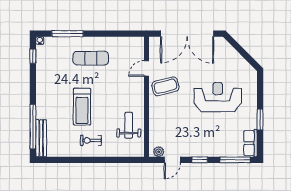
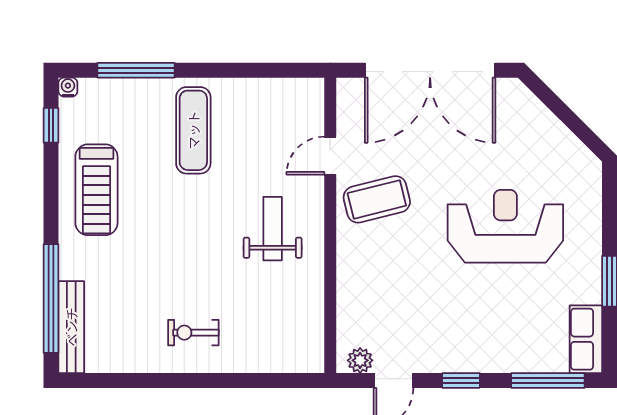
exercise mat: (91, 58) -> (193, 130), turned 90
treadmill: (82, 107) -> (96, 190), moved
weight bench: (129, 125) -> (273, 229), moved

